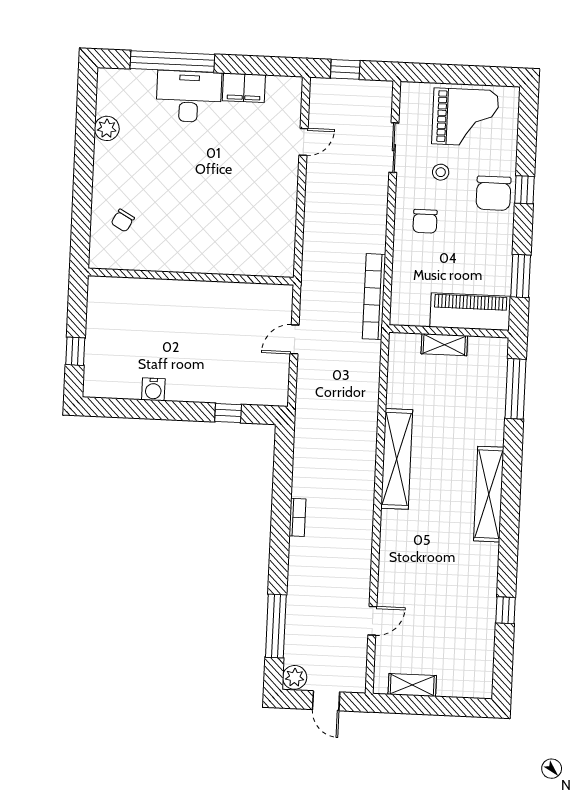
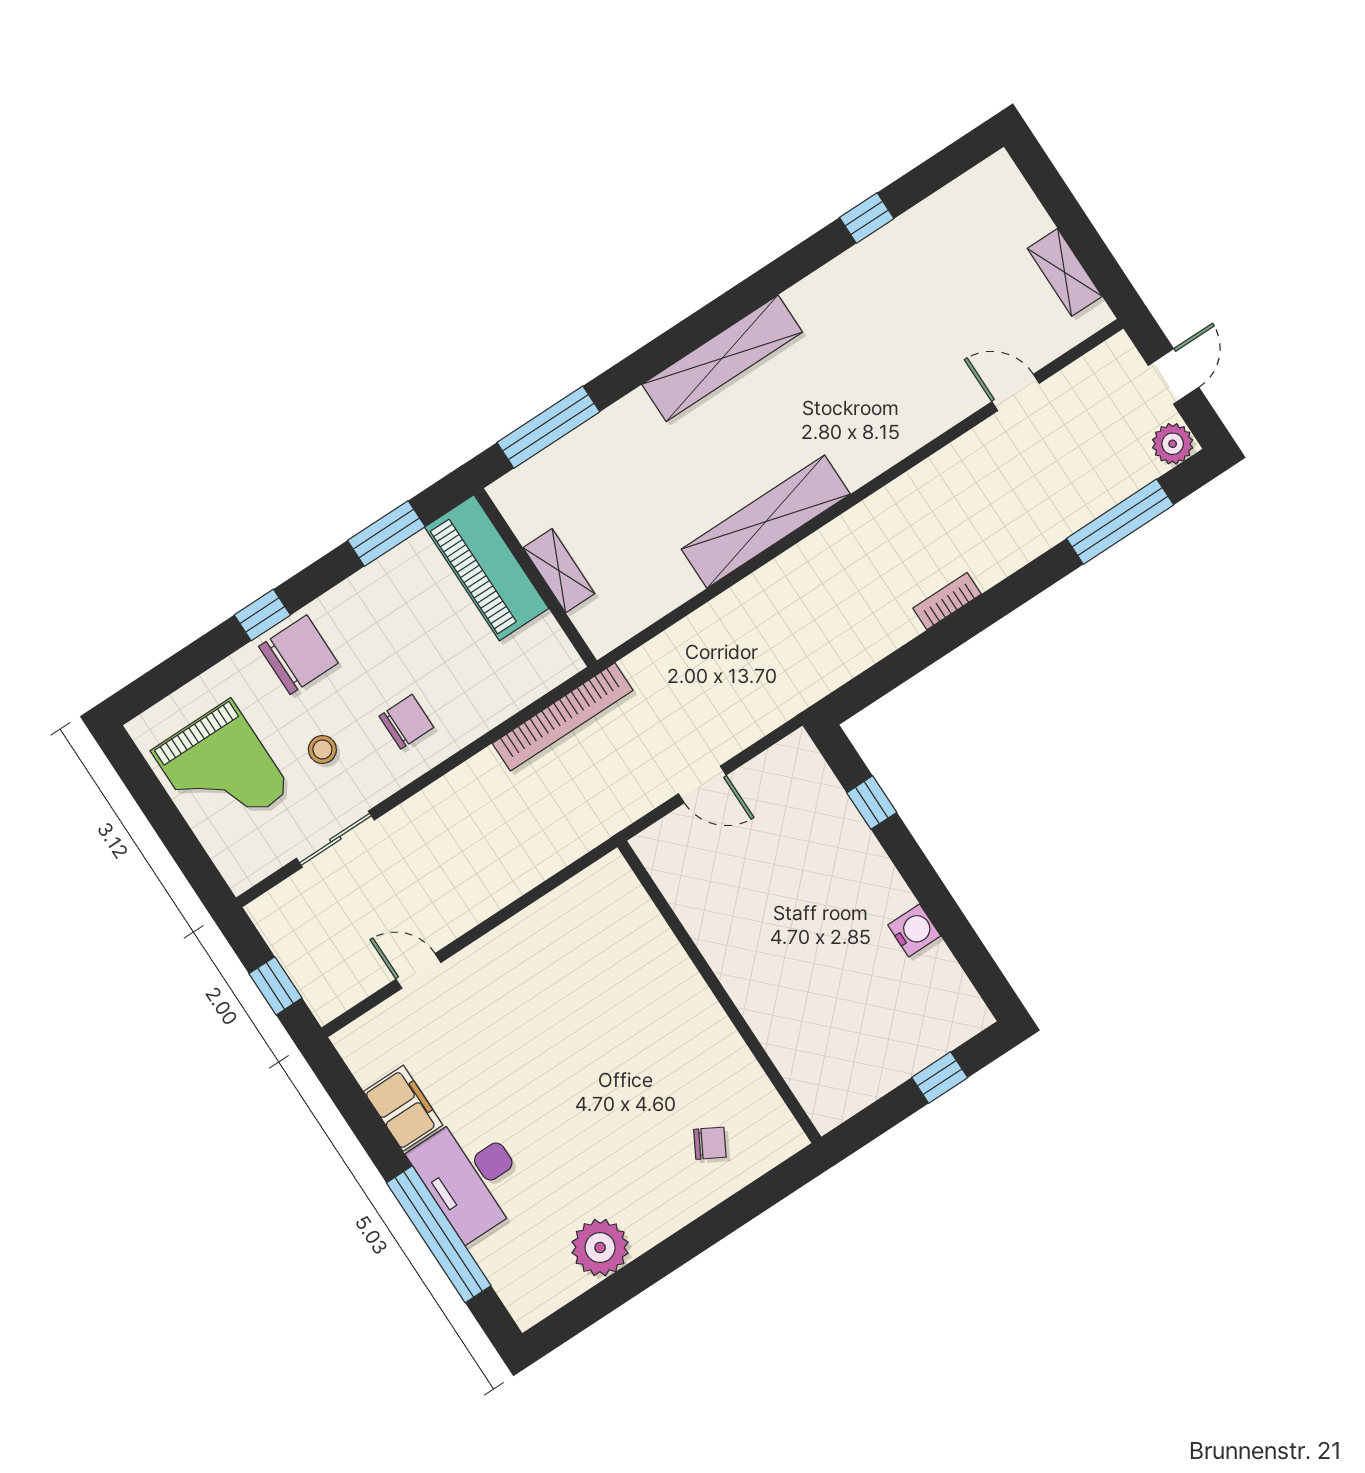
grand piano: (465, 117) -> (221, 771), turned 180
plant: (107, 128) -> (600, 1248), width x1.36, depth x1.36

